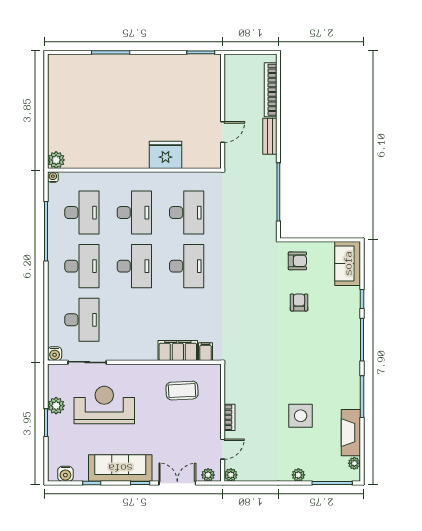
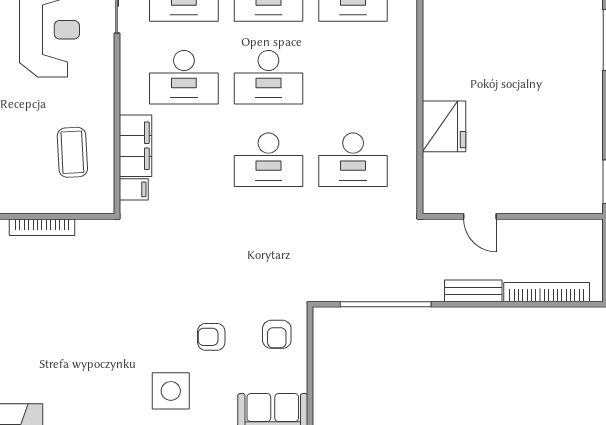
desk: (134, 213) -> (184, 77), moved
armchair: (299, 302) -> (211, 337), turned 180
side table: (301, 416) -> (171, 391), moved
bookcase: (229, 417) -> (42, 227), width x1.56

